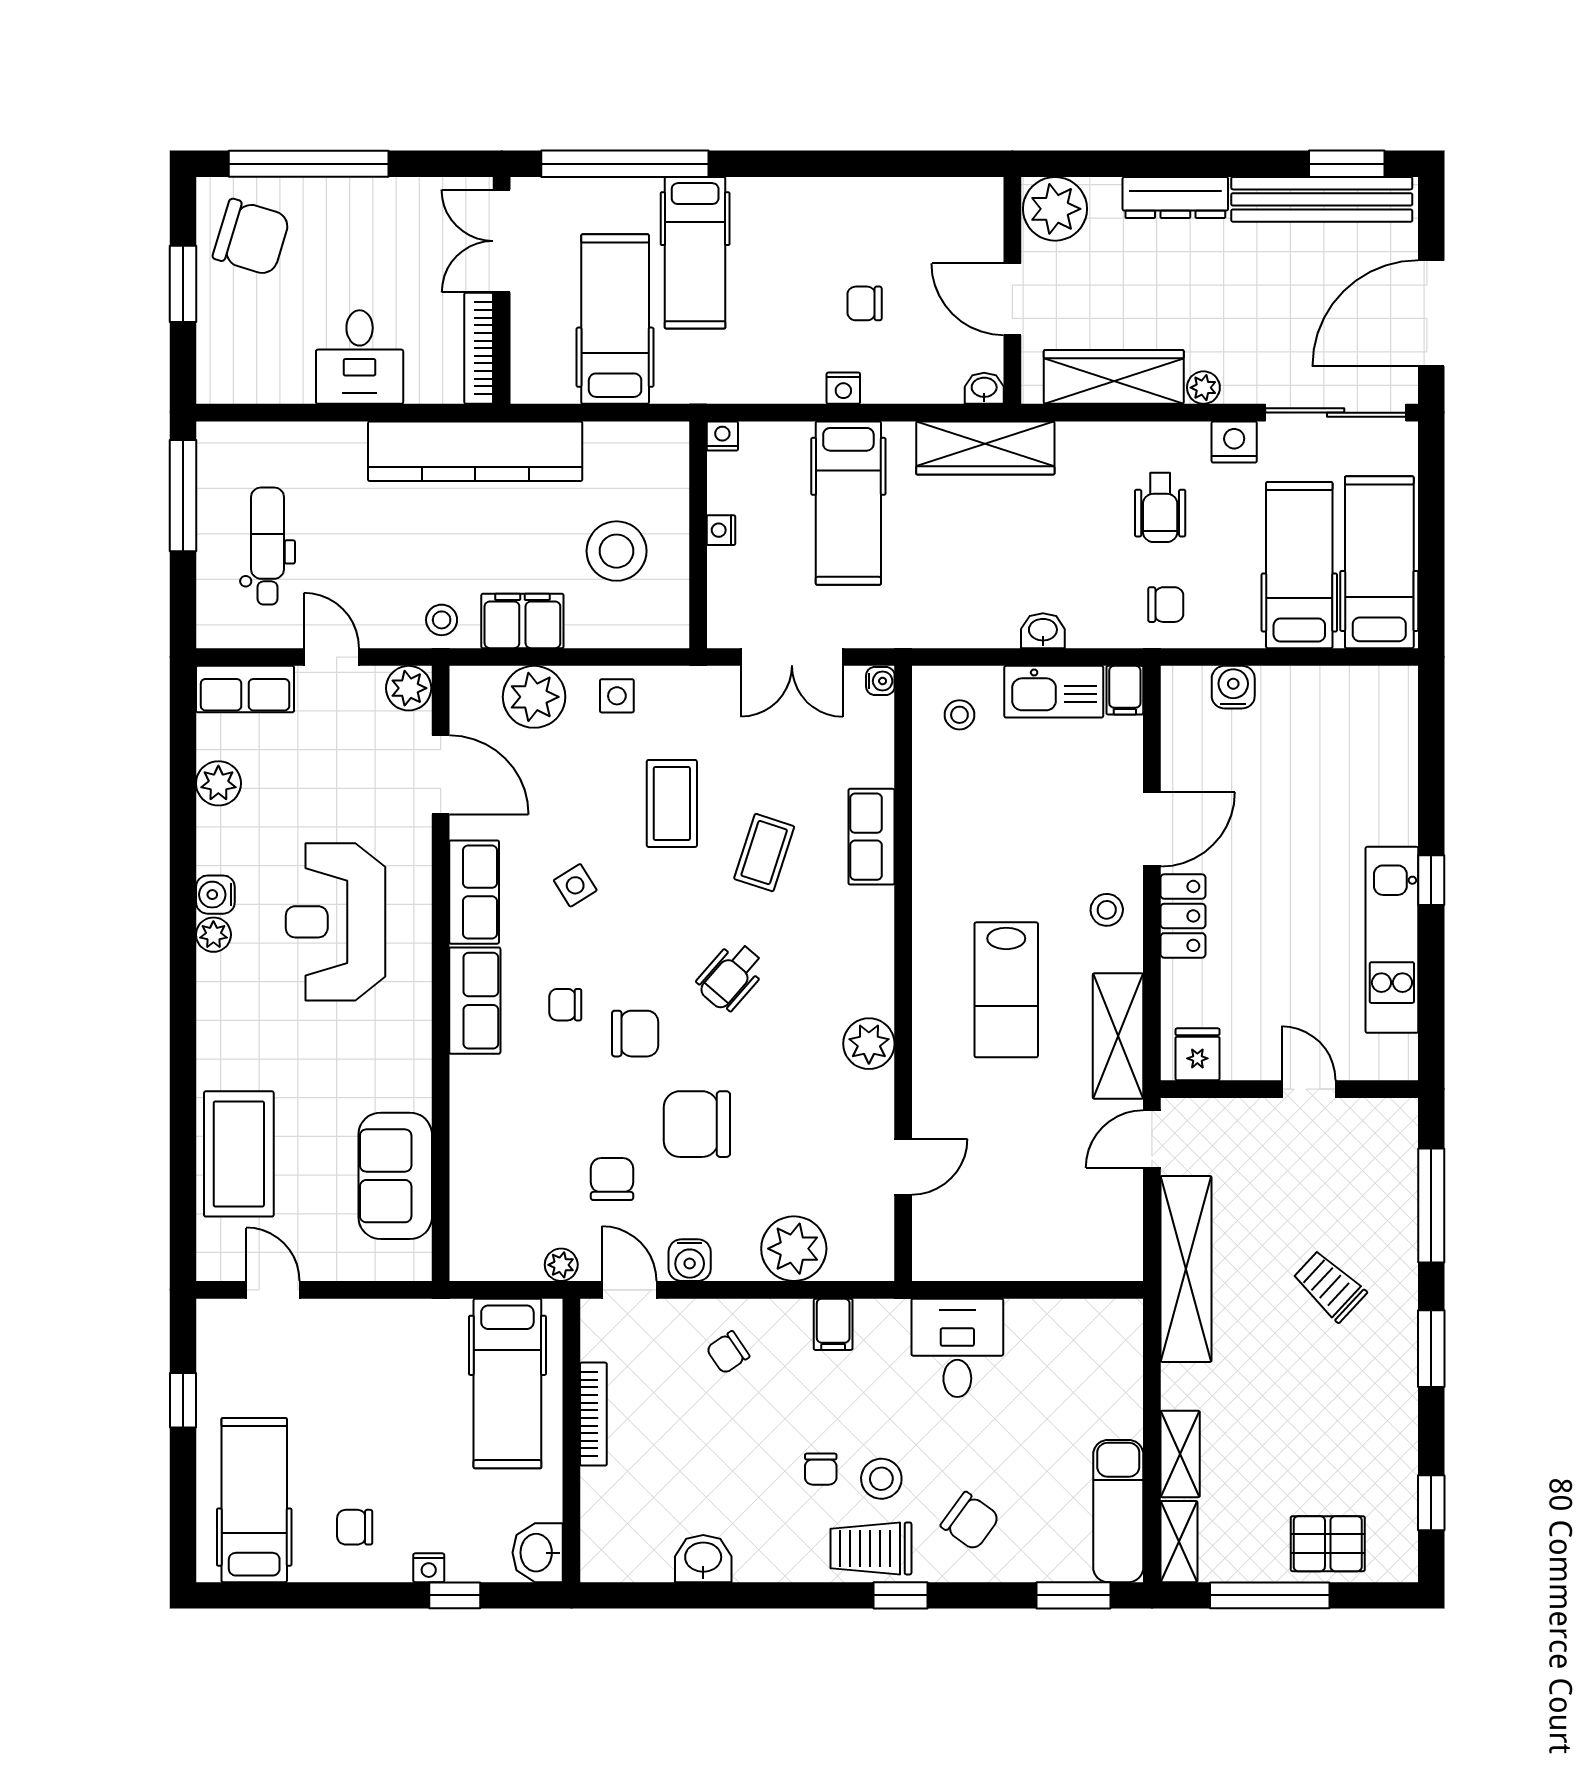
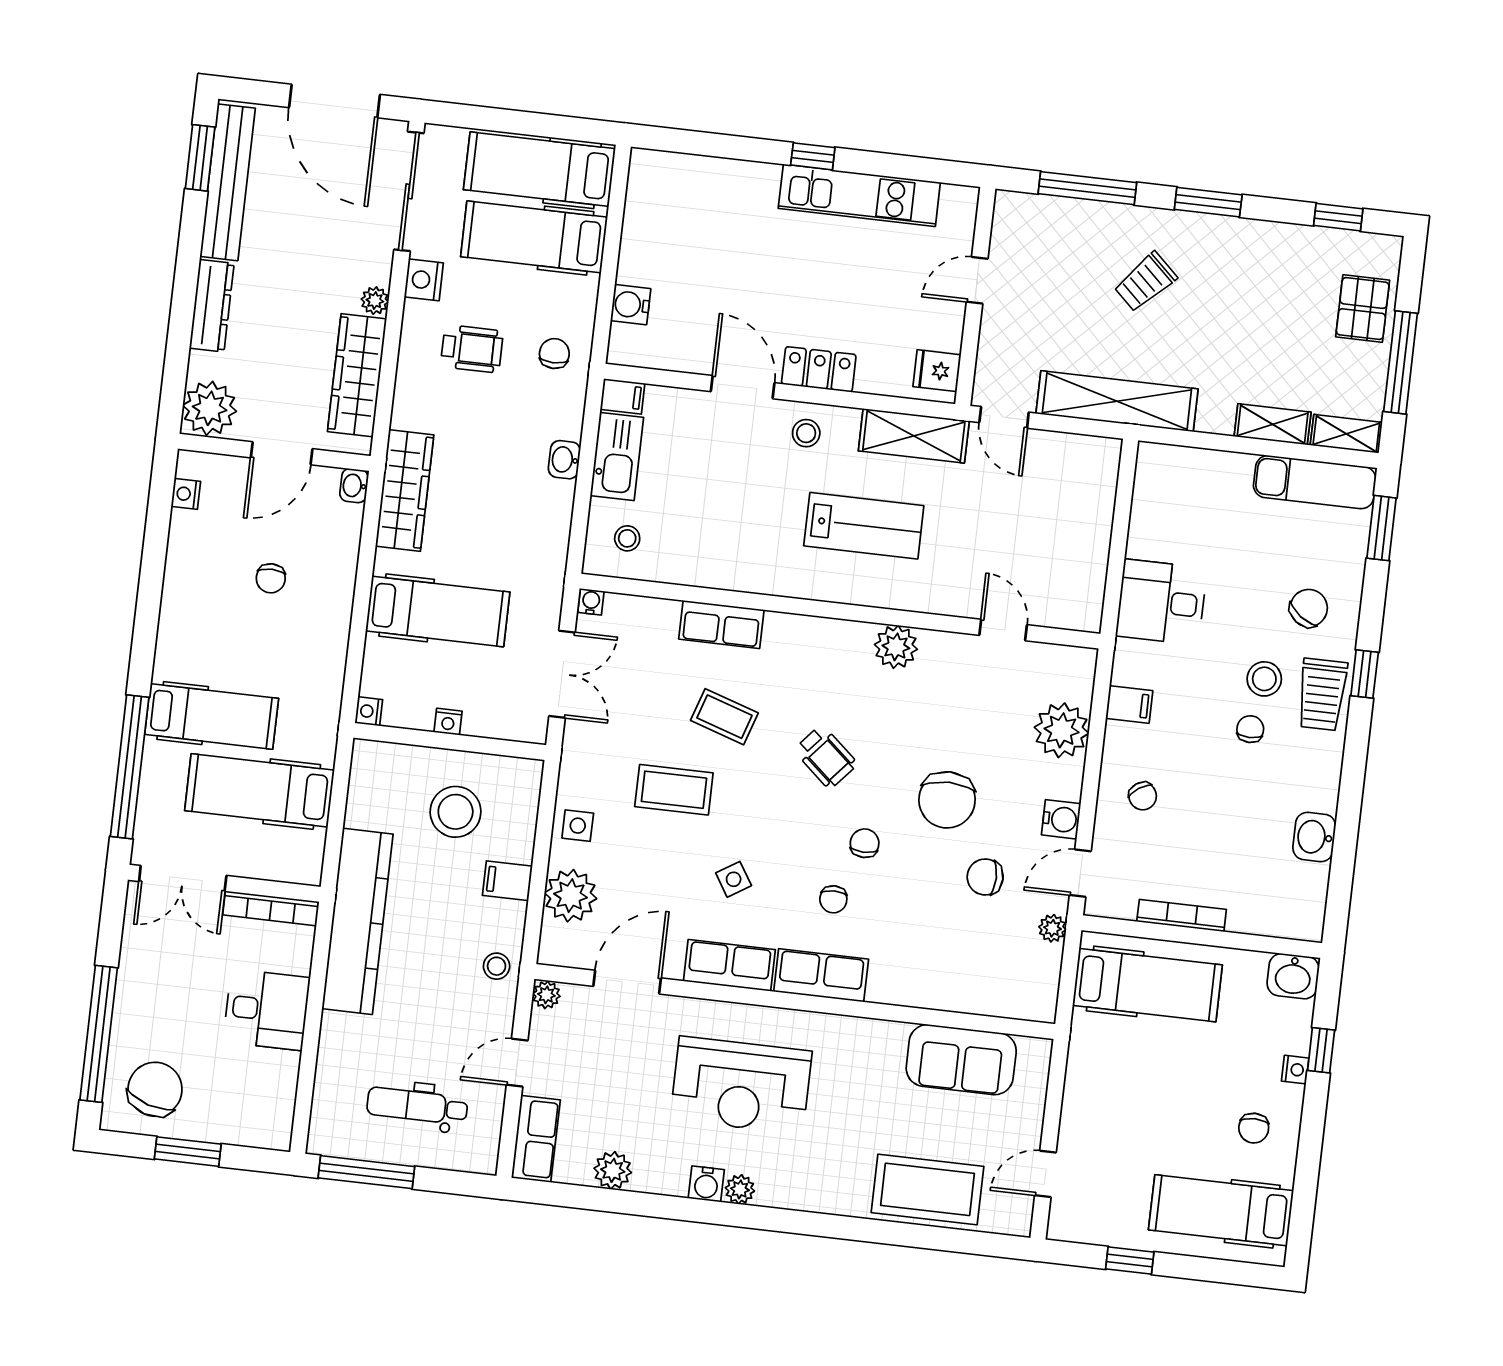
nightstand: (843, 388) -> (186, 494), moved, turned 180
filing cabinet: (522, 621) -> (507, 881), width x0.50
plant: (409, 688) -> (546, 995), width x0.73, depth x0.73
chair: (635, 1034) -> (865, 843), width x0.73, depth x0.73
chair: (821, 1469) -> (1250, 729), turned -90

